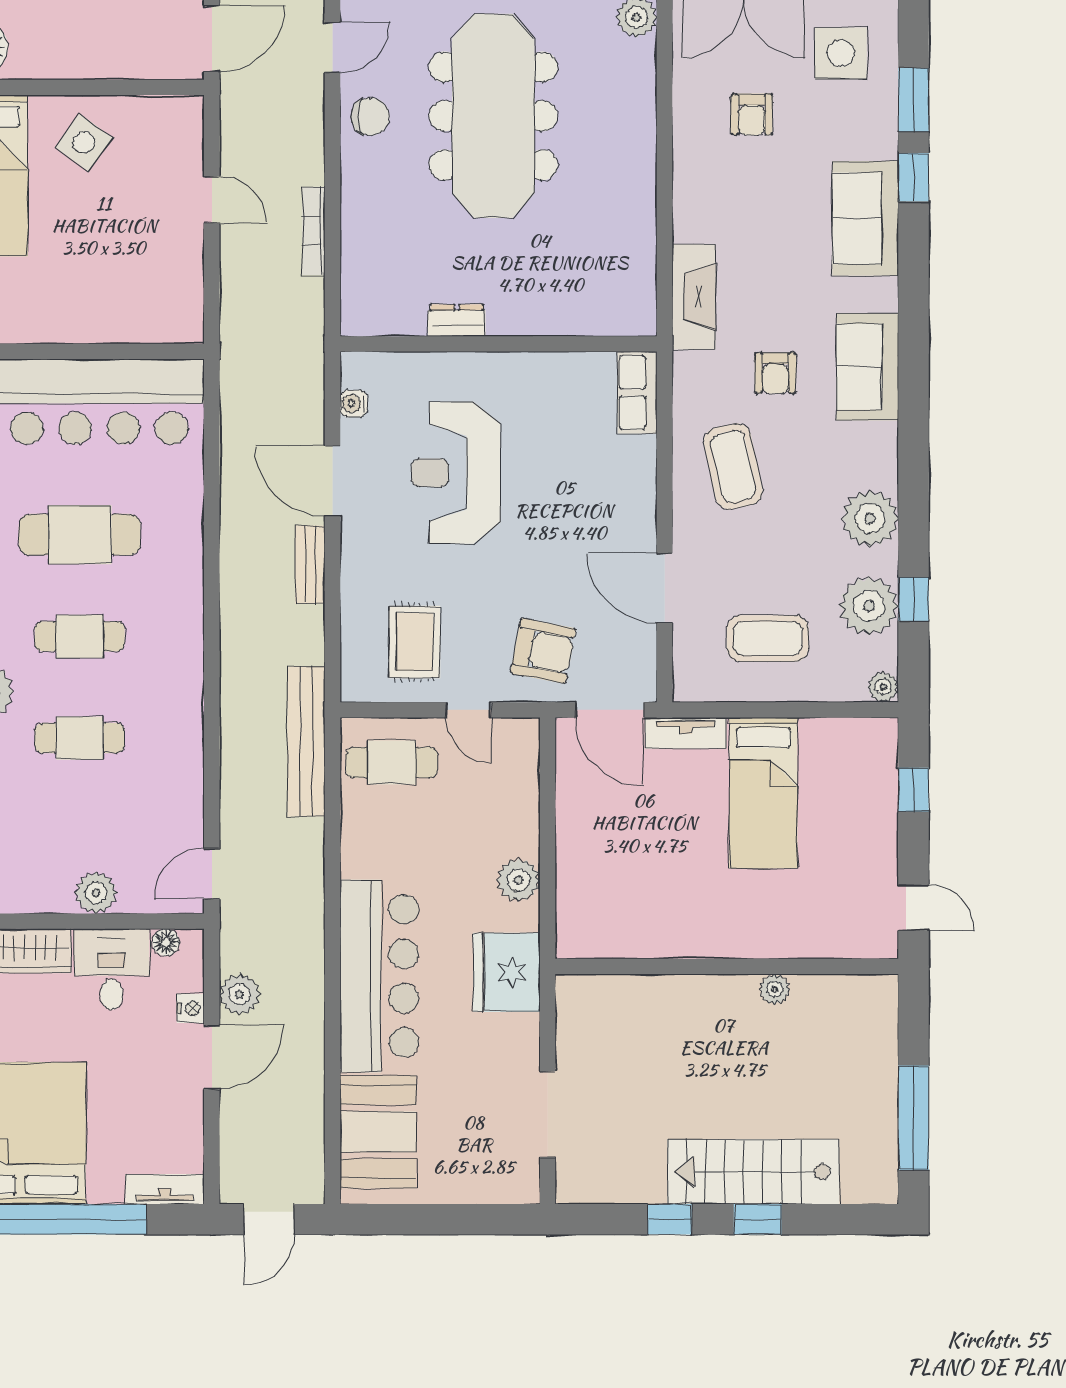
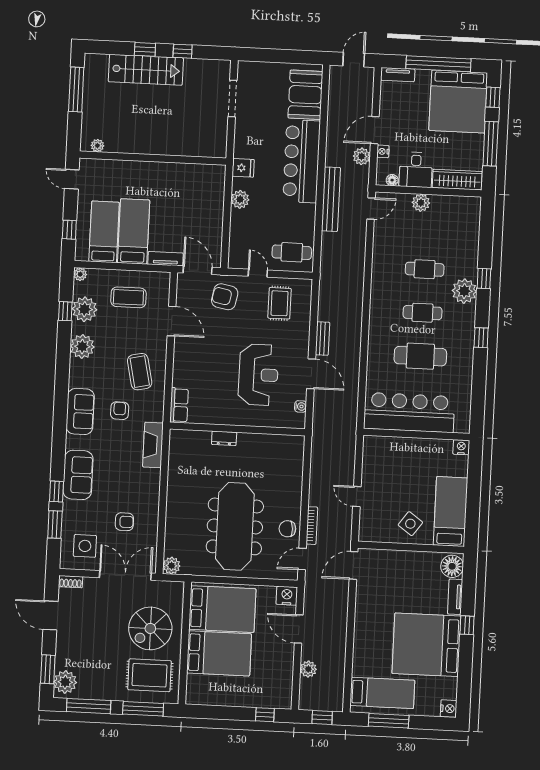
armchair: (752, 114) -> (124, 522), turned 90
bookcase: (314, 231) -> (312, 526), moved
dresser: (457, 320) -> (224, 438), moved
bench: (306, 741) -> (331, 199), moved
bed: (832, 789) -> (104, 232), added
fridge: (507, 972) -> (243, 168), width x0.53, depth x0.75
plant: (775, 989) -> (97, 146), moved

